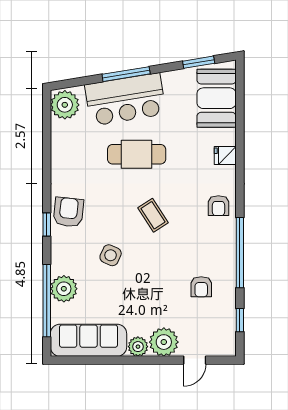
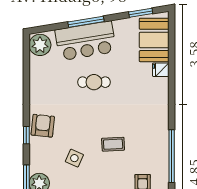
cafe table: (137, 154) -> (94, 82), width x0.73, depth x0.74
fridge: (225, 155) -> (161, 70), moved
armchair: (218, 206) -> (156, 121), removed
coffee table: (153, 215) -> (113, 144), moved, turned -60

